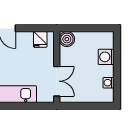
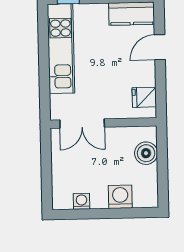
boiler: (67, 39) -> (146, 153), moved

